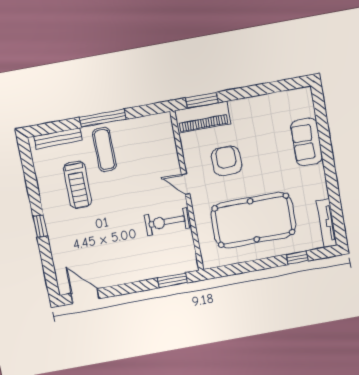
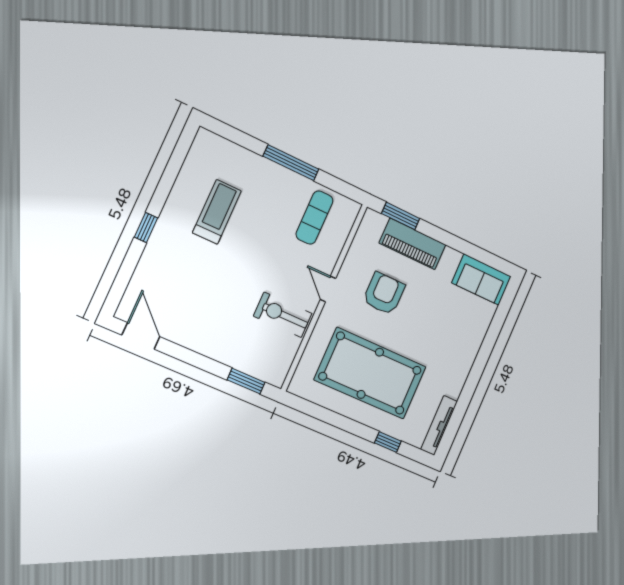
piano: (202, 117) -> (413, 244), moved
bench: (58, 138) -> (231, 150), removed
sofa: (307, 142) -> (481, 280), moved, turned -90
exercise mat: (104, 149) -> (314, 217), moved
treadmill: (77, 185) -> (217, 212), turned 180

